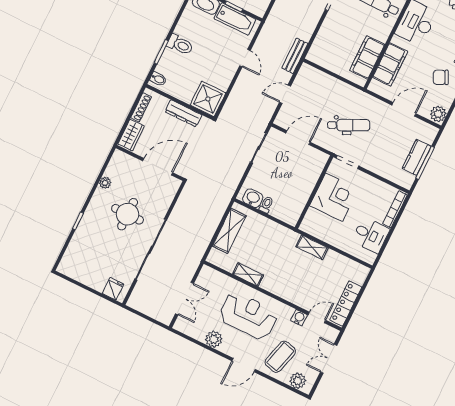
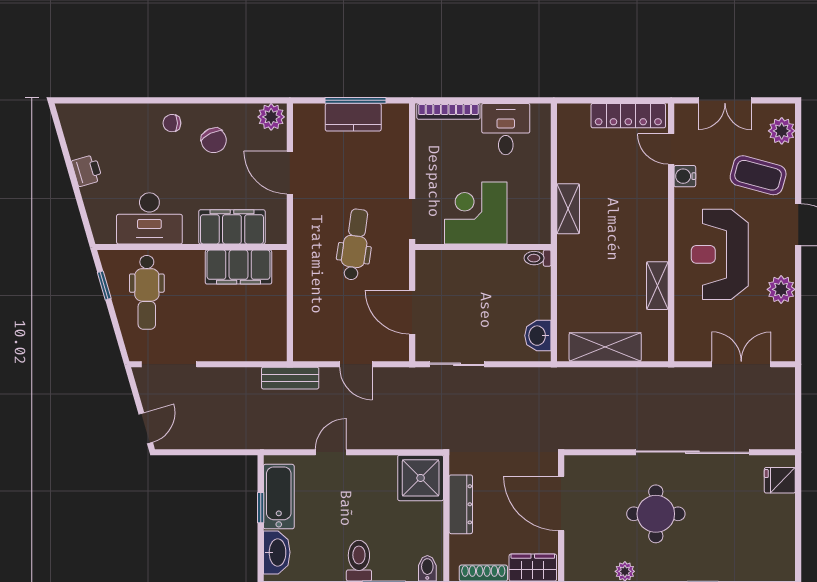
dental chair: (349, 125) -> (355, 244), turned 34
toilet: (266, 205) -> (538, 258), moved

